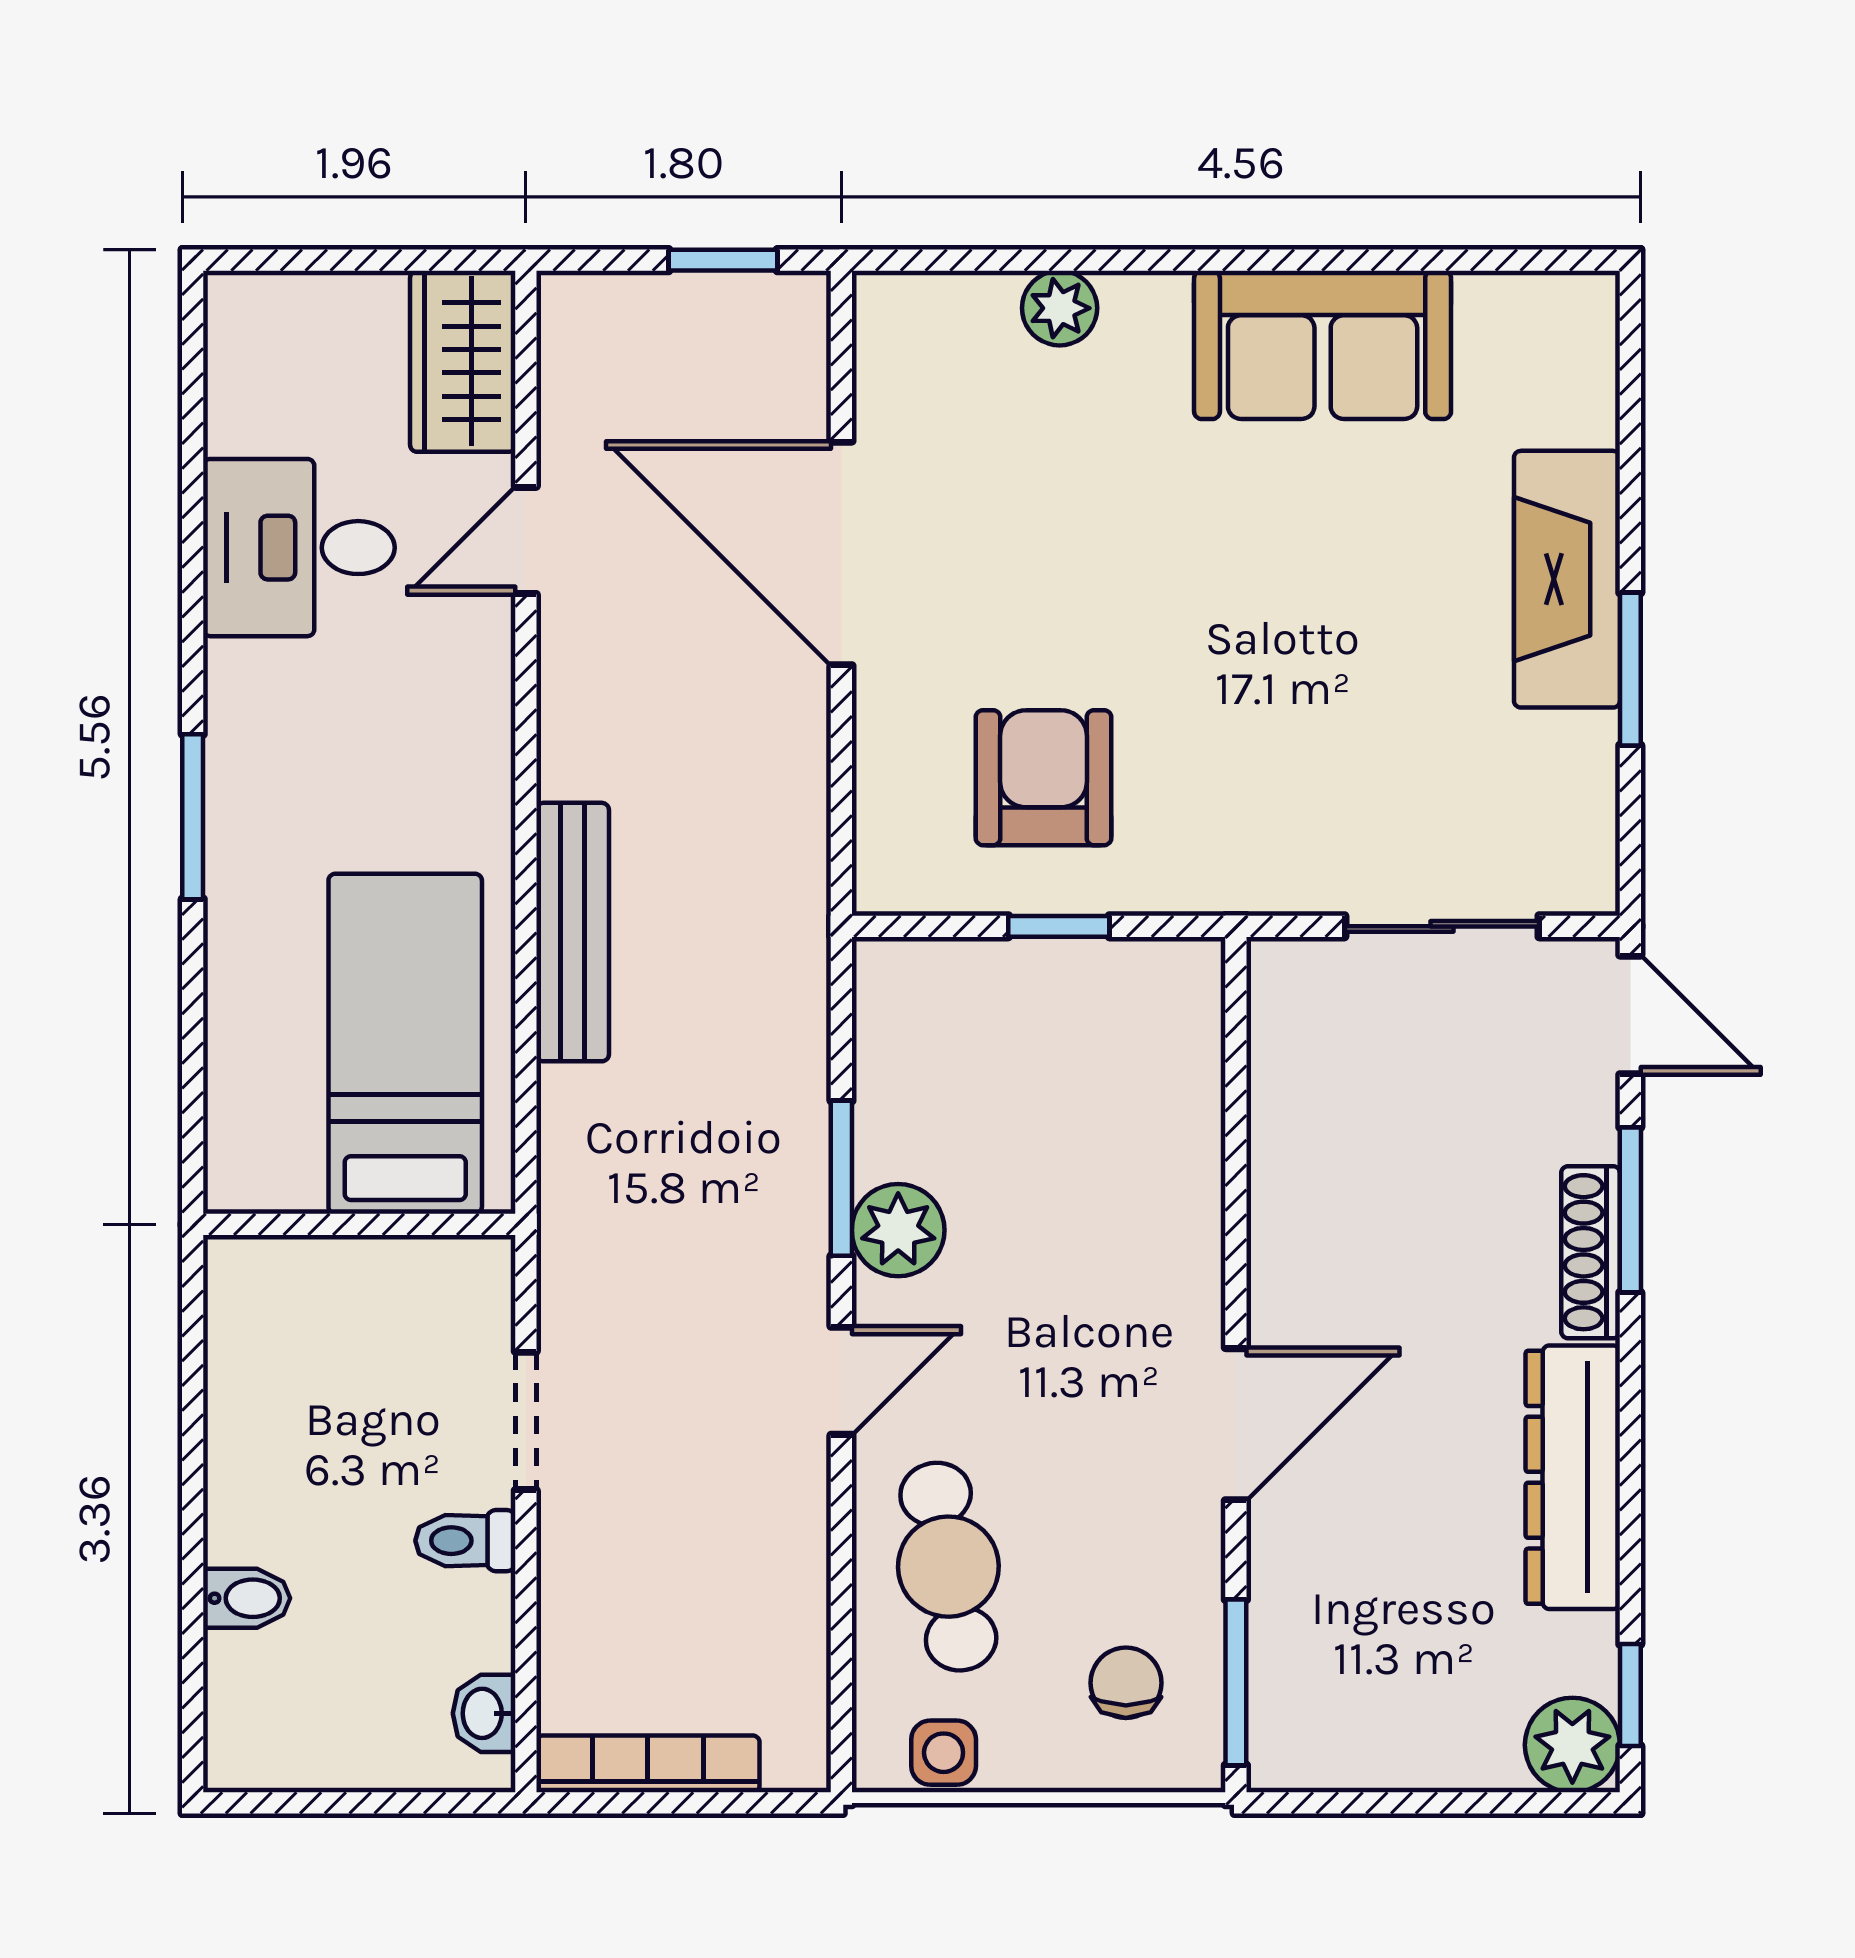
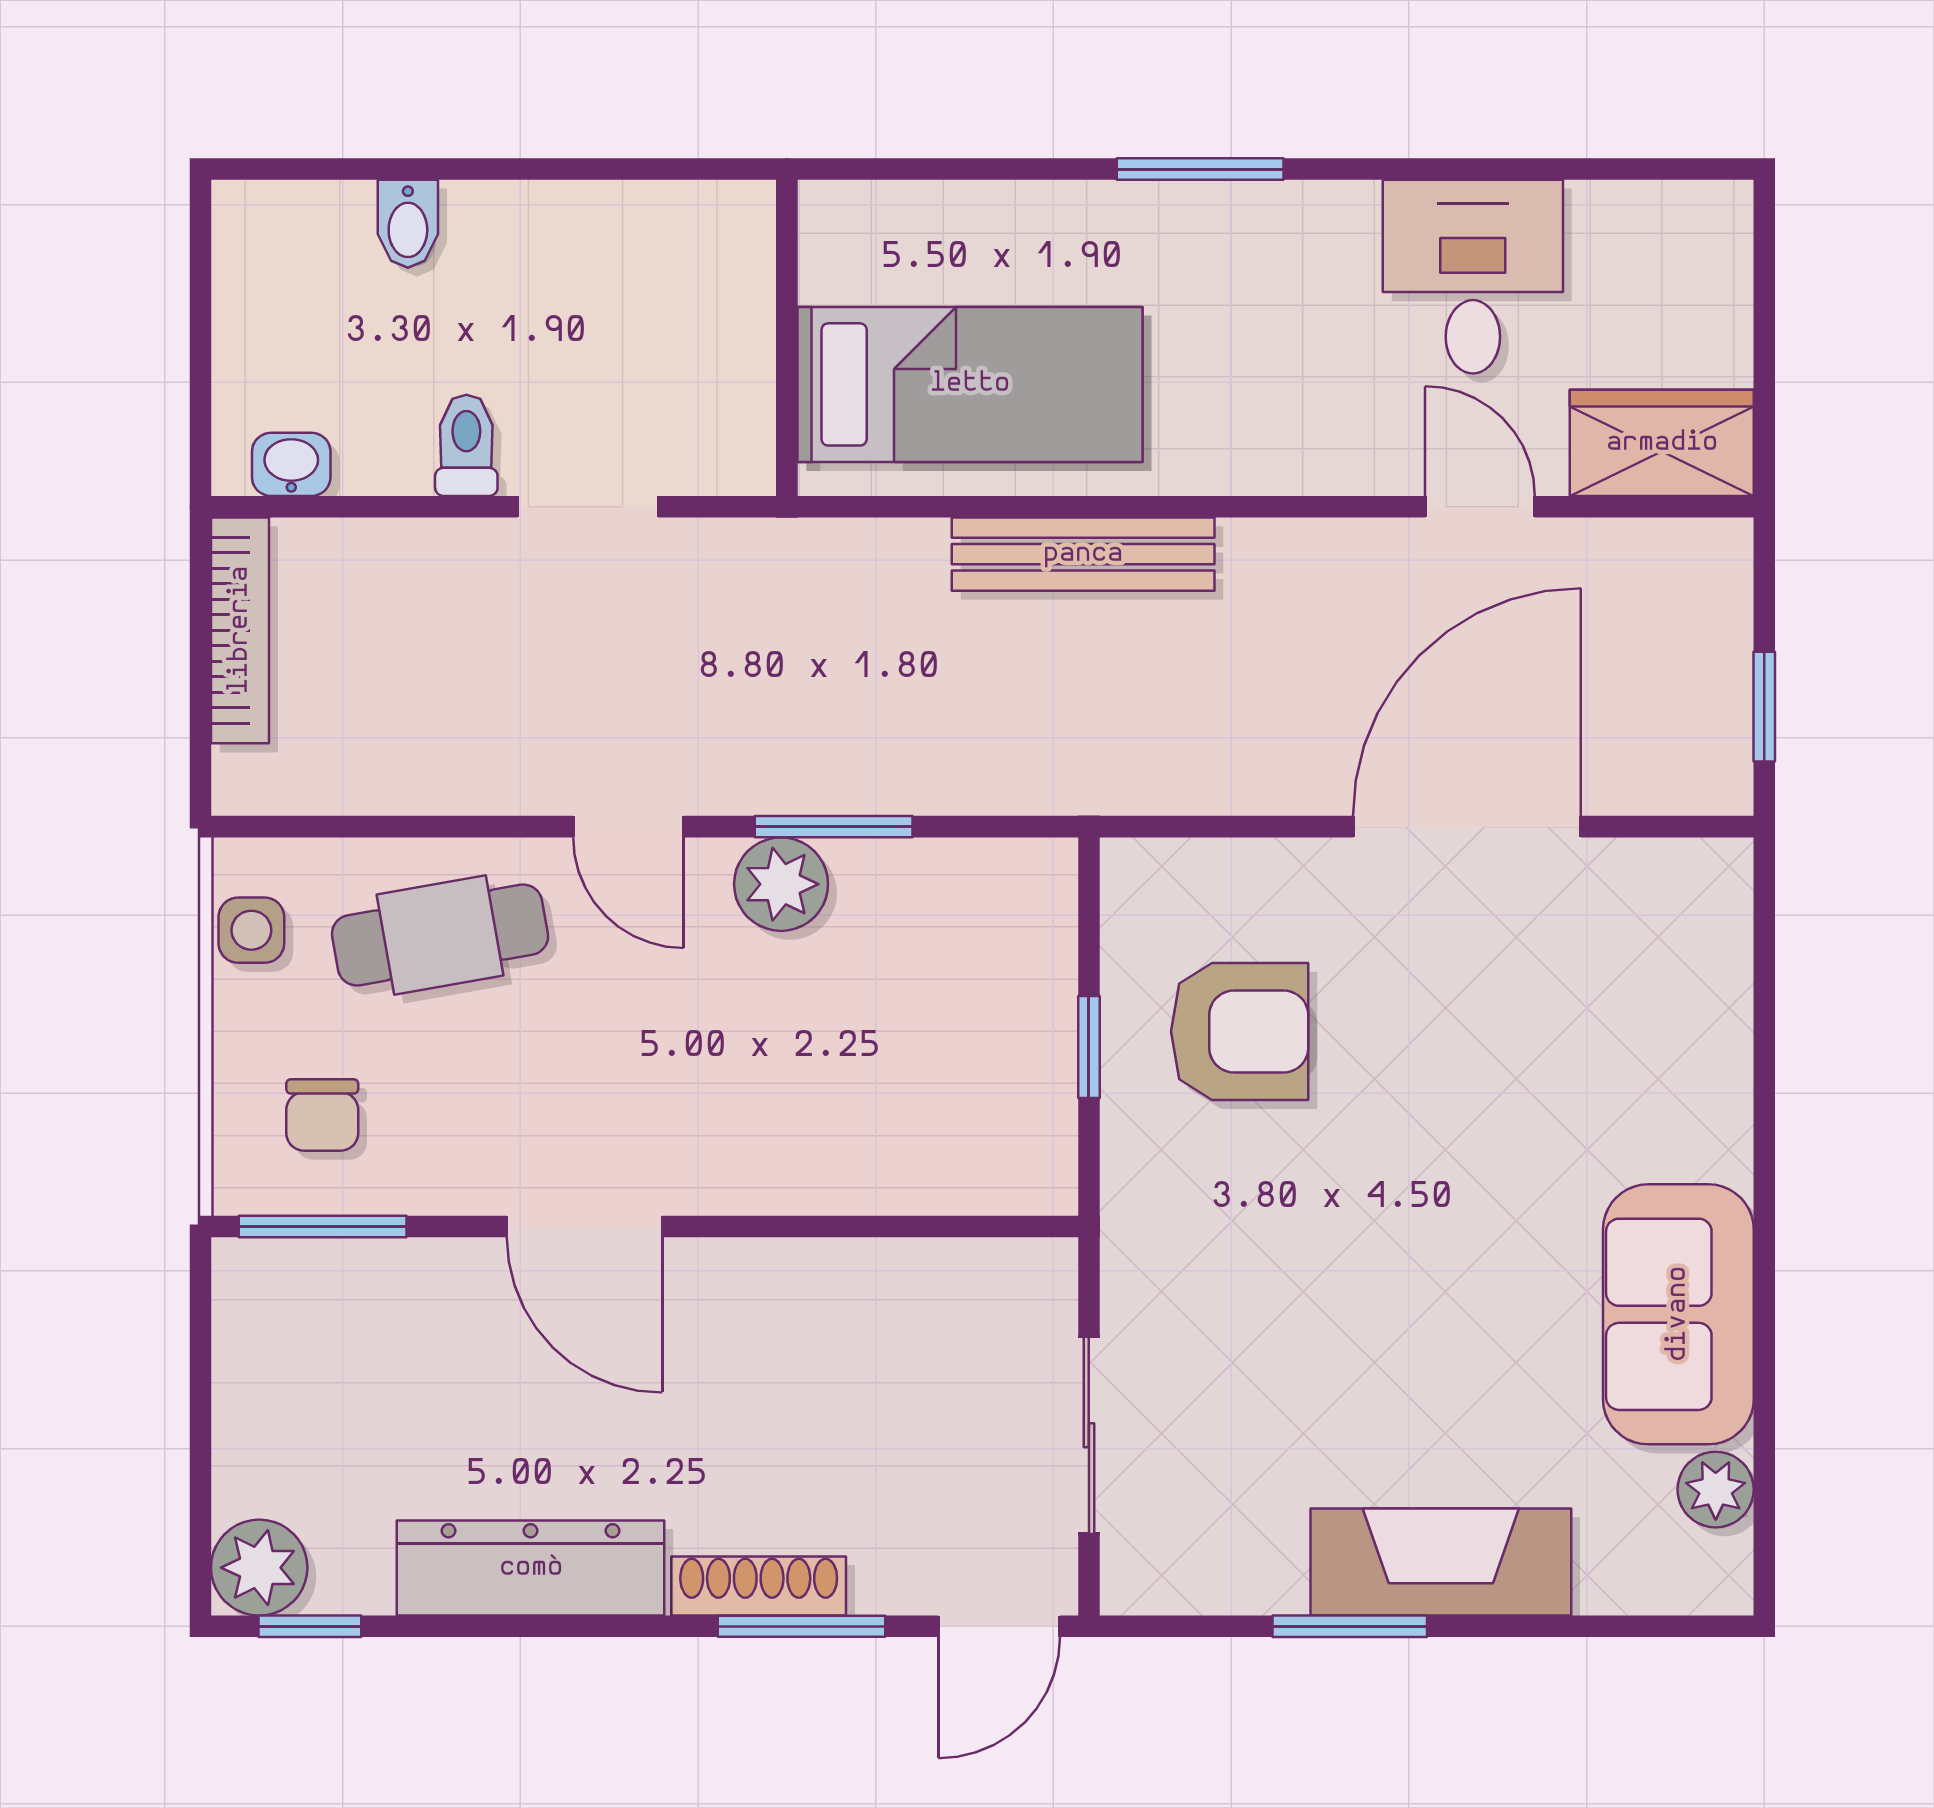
plant: (1060, 308) -> (1716, 1490), moved
chair: (1126, 1683) -> (322, 1115), turned 90

